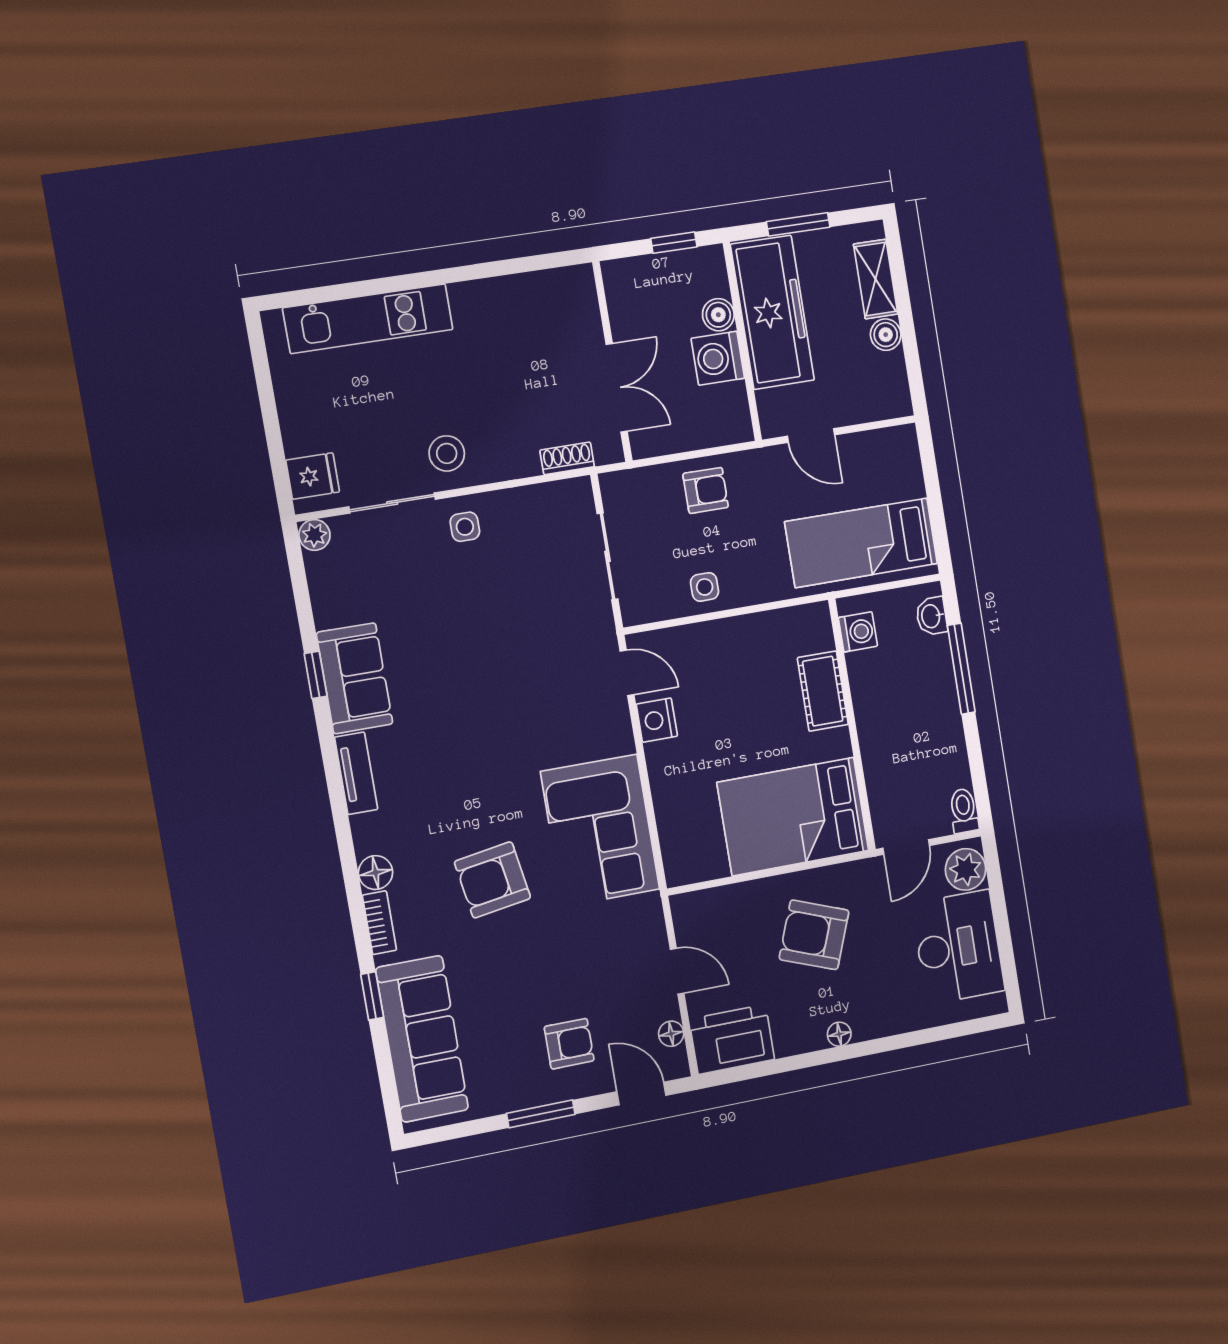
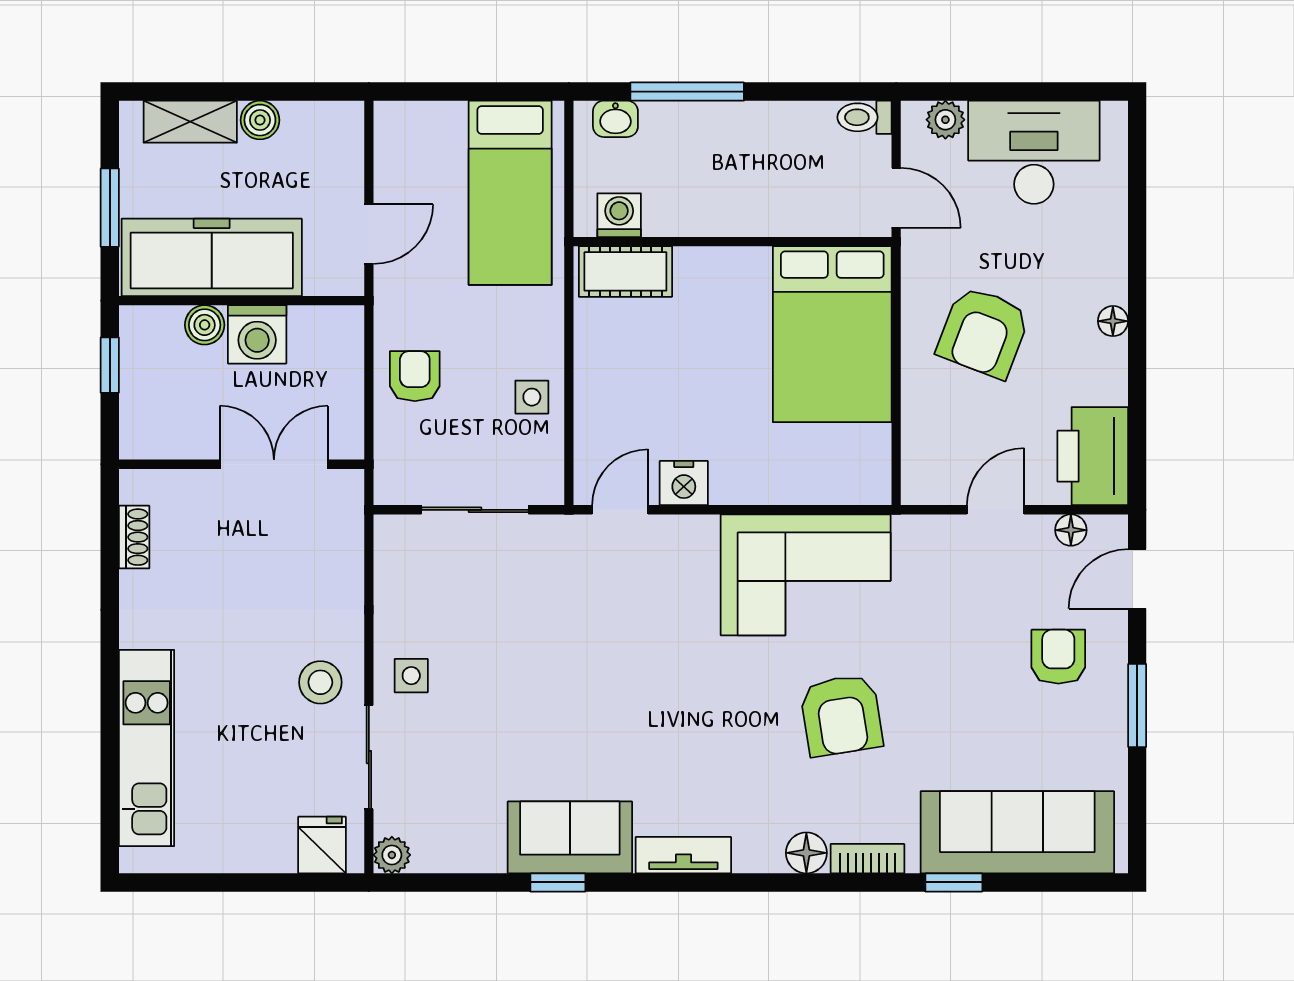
shoe rack: (567, 458) -> (134, 537), moved, turned 180
cot: (823, 691) -> (625, 271), moved
plant: (966, 869) -> (945, 120), width x0.73, depth x0.73

